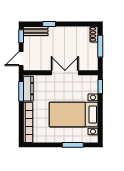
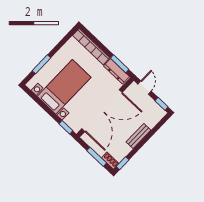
window: (49, 24) -> (123, 163), moved
bench: (36, 31) -> (138, 136), moved
double door: (65, 73) -> (102, 111), width x1.87

